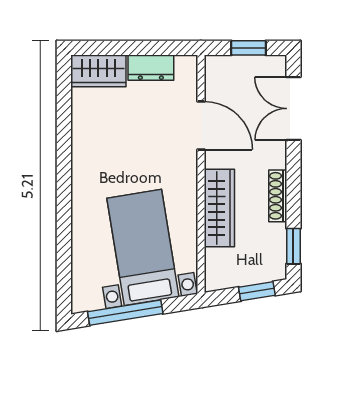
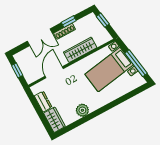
double door: (293, 109) -> (40, 37), moved
plant: (86, 142) -> (82, 110), added
window: (293, 246) -> (69, 22), moved

